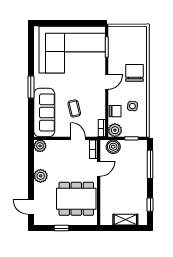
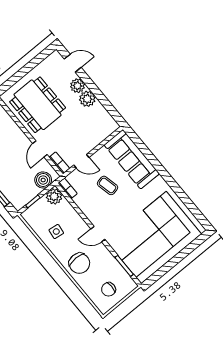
door: (107, 82) -> (98, 234), hinge flipped
window: (31, 87) -> (163, 172), removed
chair: (115, 111) -> (109, 289), moved
plant: (40, 146) -> (77, 86), moved
dining table: (76, 199) -> (38, 105), turned 90
window: (61, 228) -> (29, 67), removed

